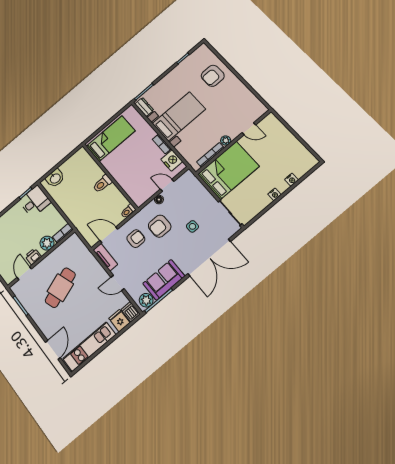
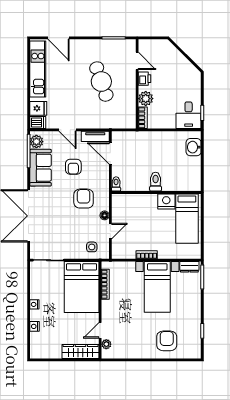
wardrobe: (278, 129) -> (80, 351), added
plant: (226, 140) -> (106, 344), moved
nightstand: (172, 160) -> (166, 201), moved, turned 180
side table: (192, 226) -> (92, 247), moved
door: (109, 235) -> (110, 153), swing flipped
armchair: (136, 239) -> (73, 167), moved
door: (117, 283) -> (68, 130), swing flipped

